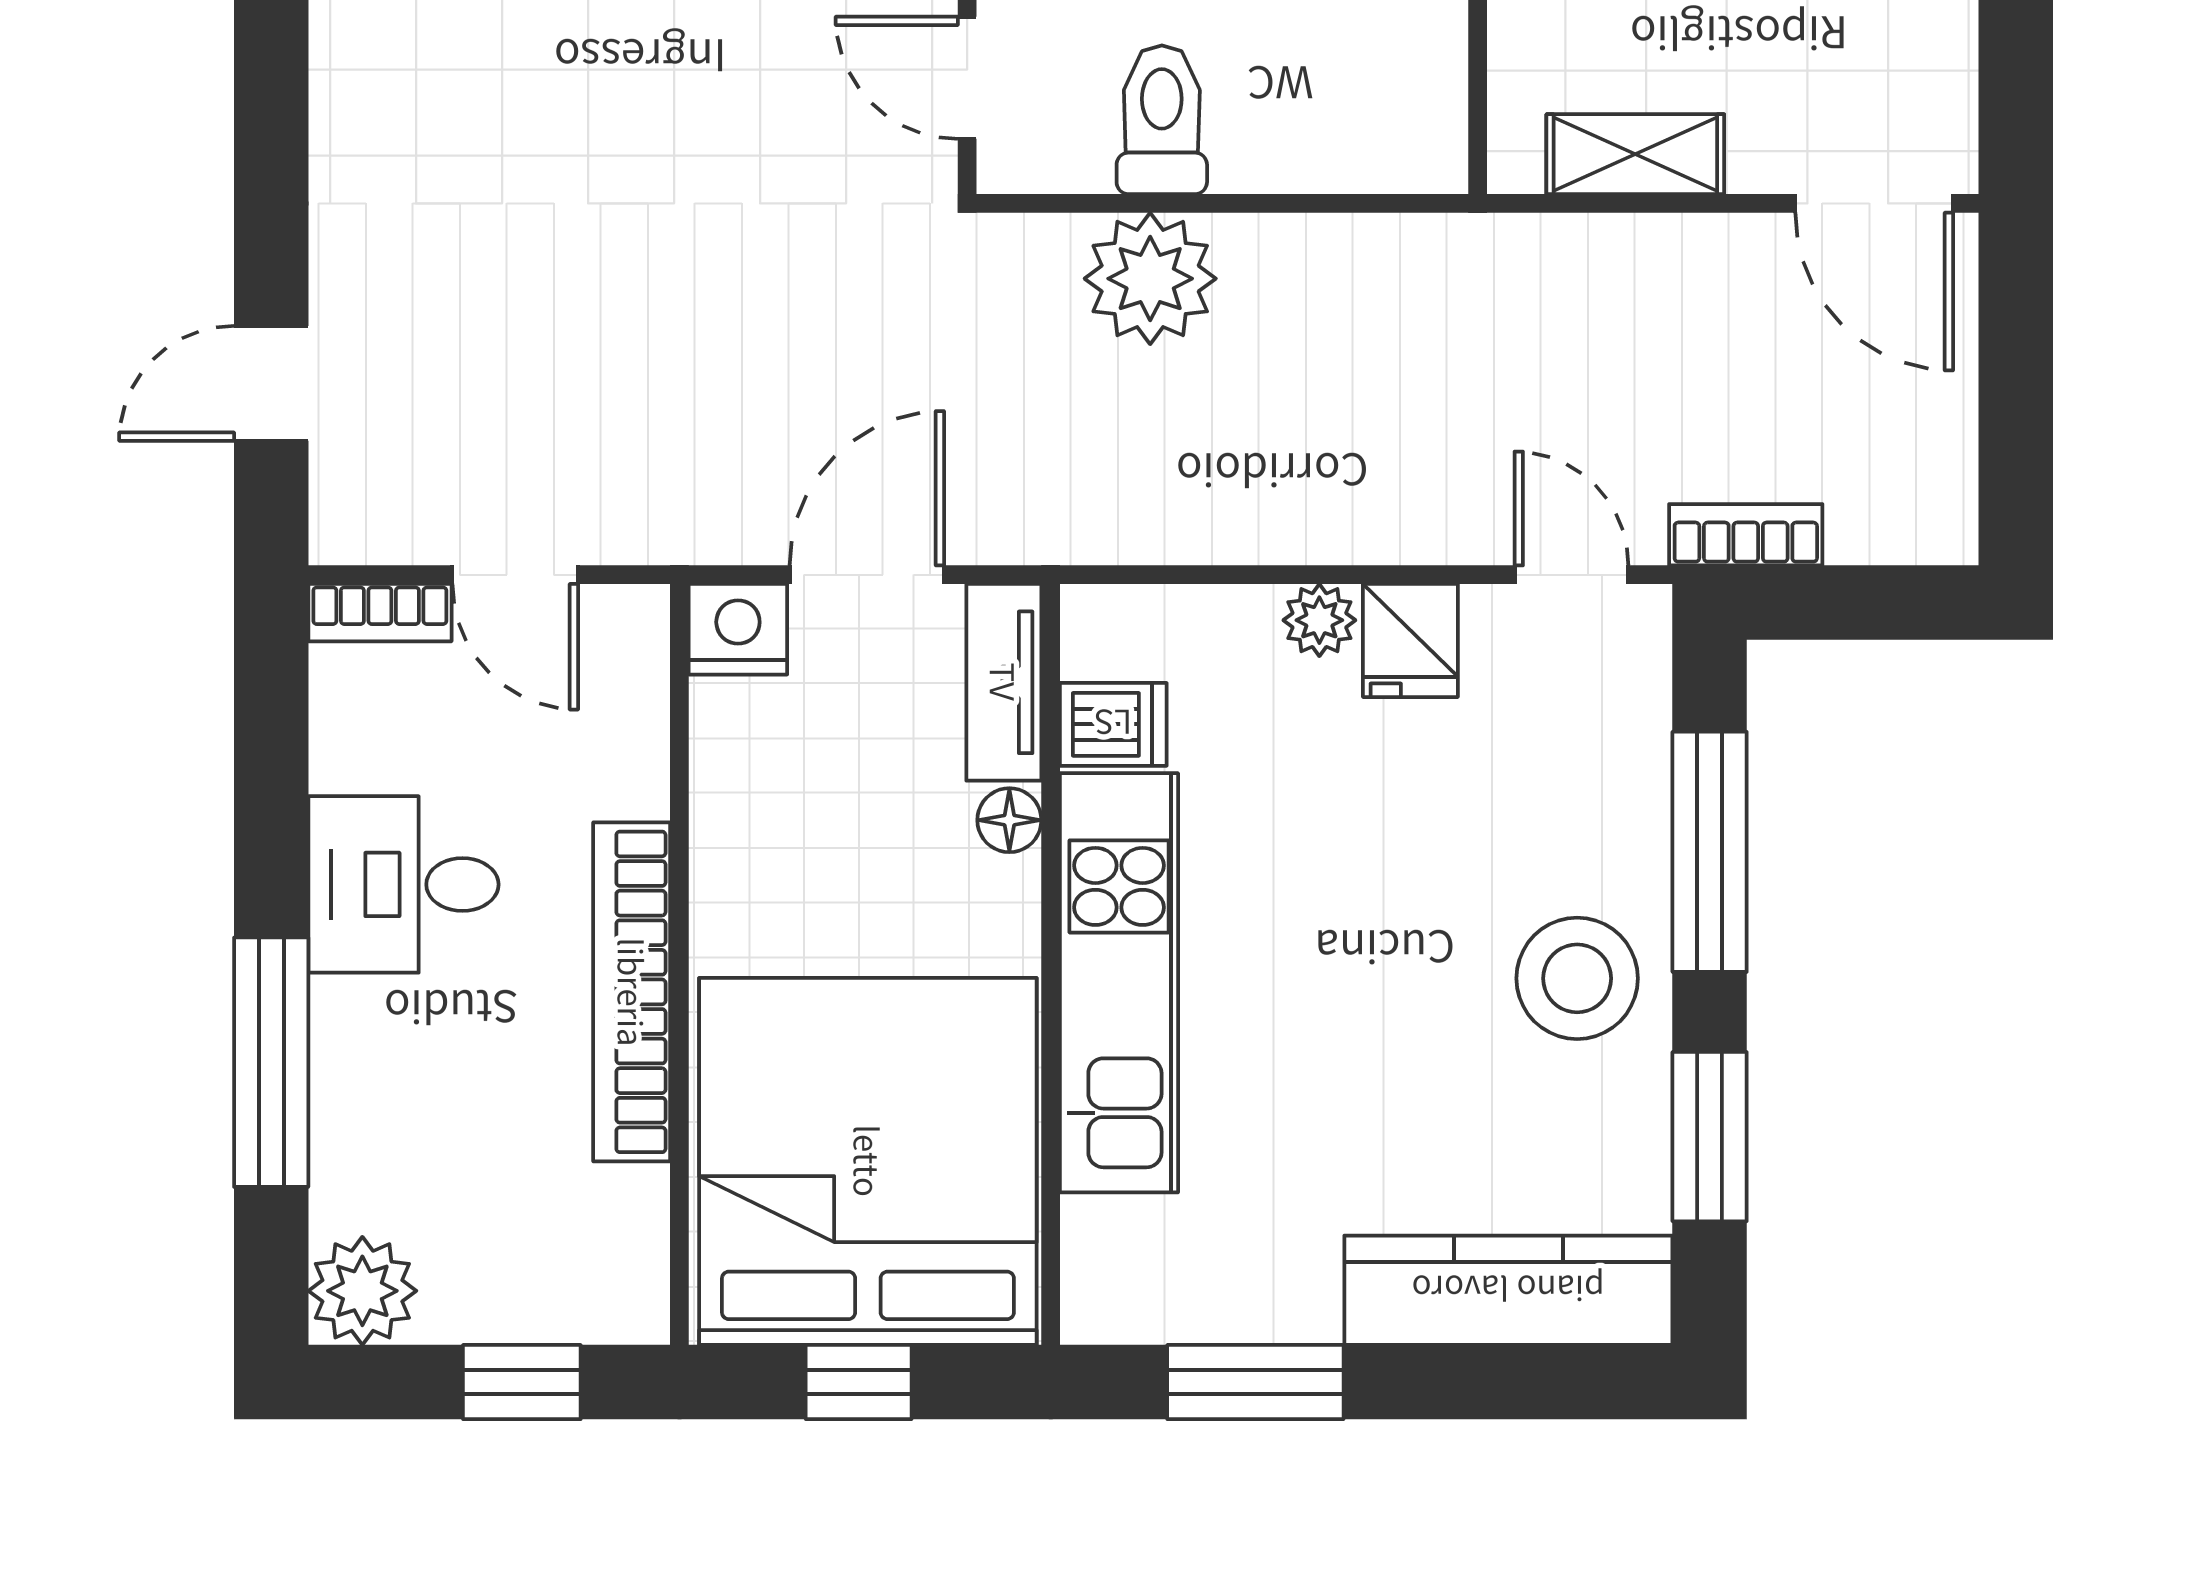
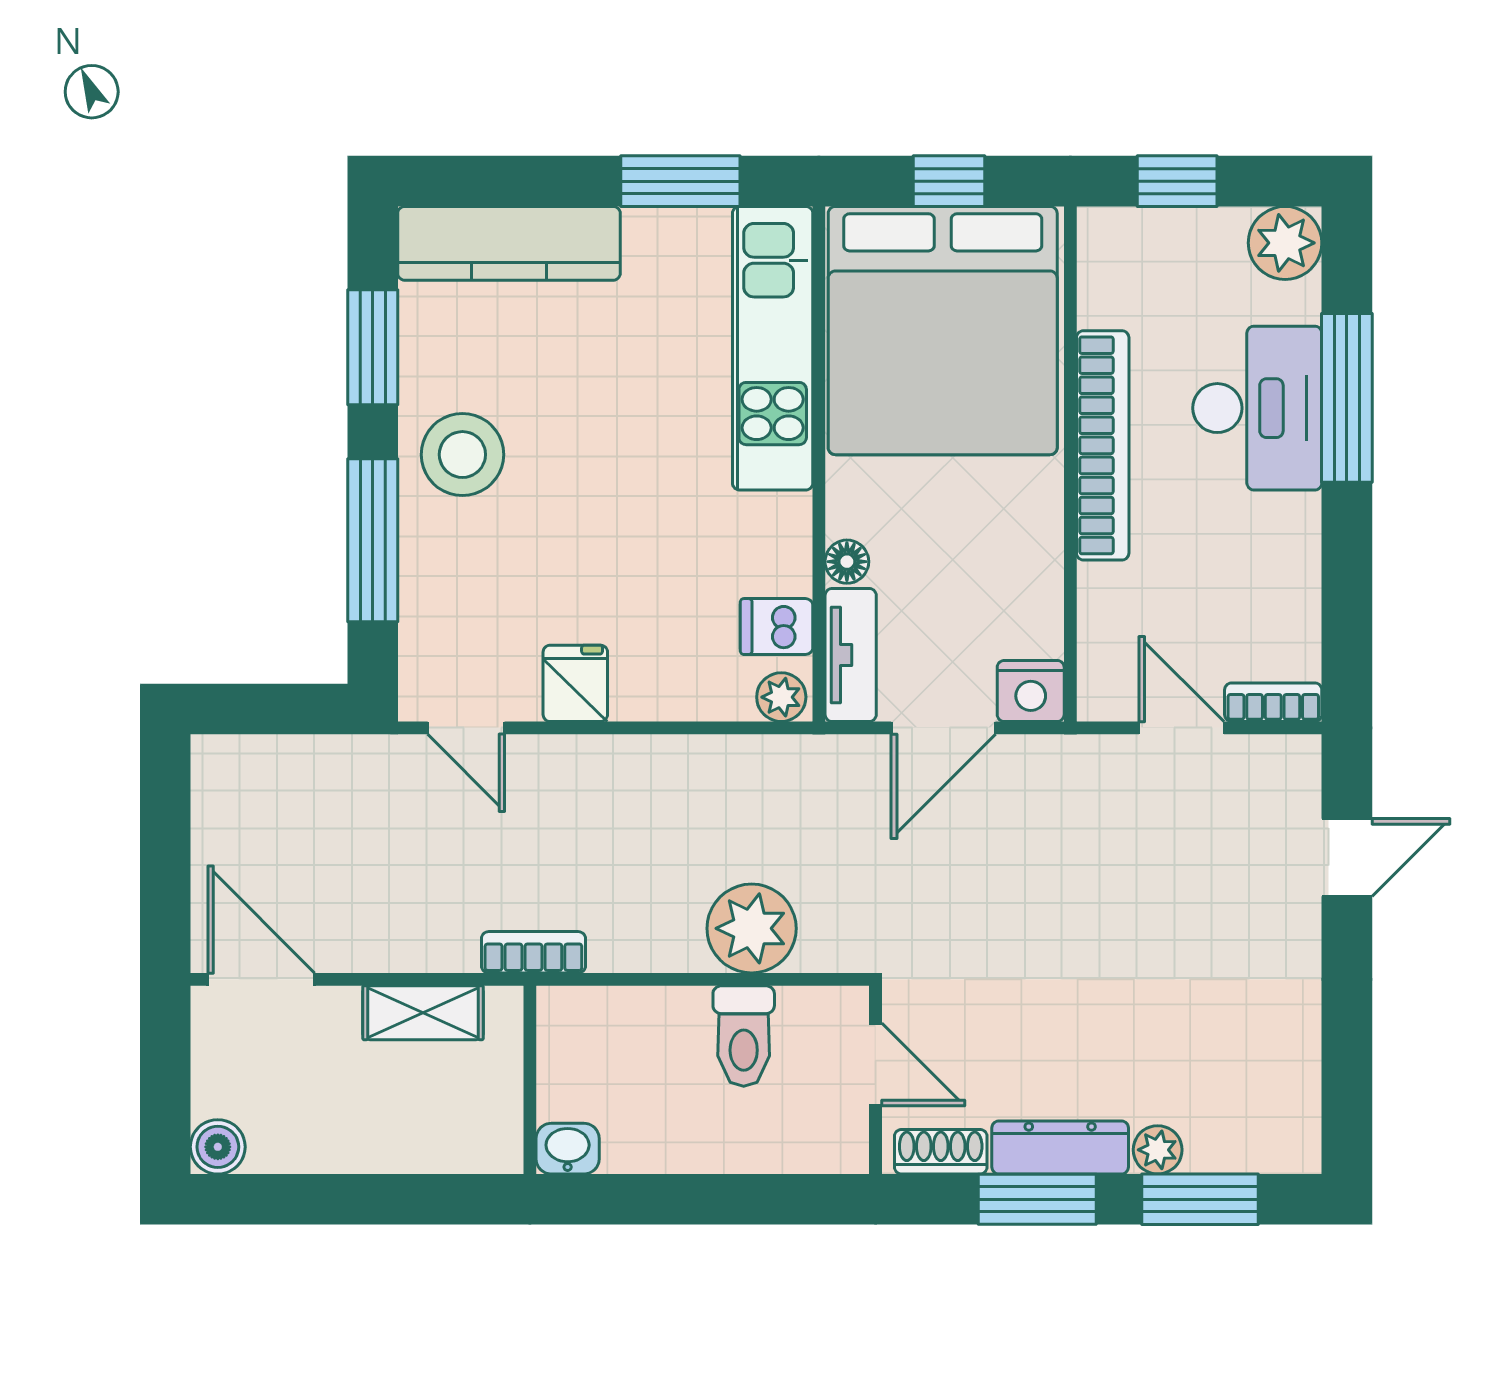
bookcase: (1746, 535) -> (533, 952), moved, turned 180
plant: (1319, 620) -> (781, 697), moved
desk: (403, 884) -> (1257, 408), moved, width x1.37
kitchen unit: (1119, 983) -> (773, 348), moved

